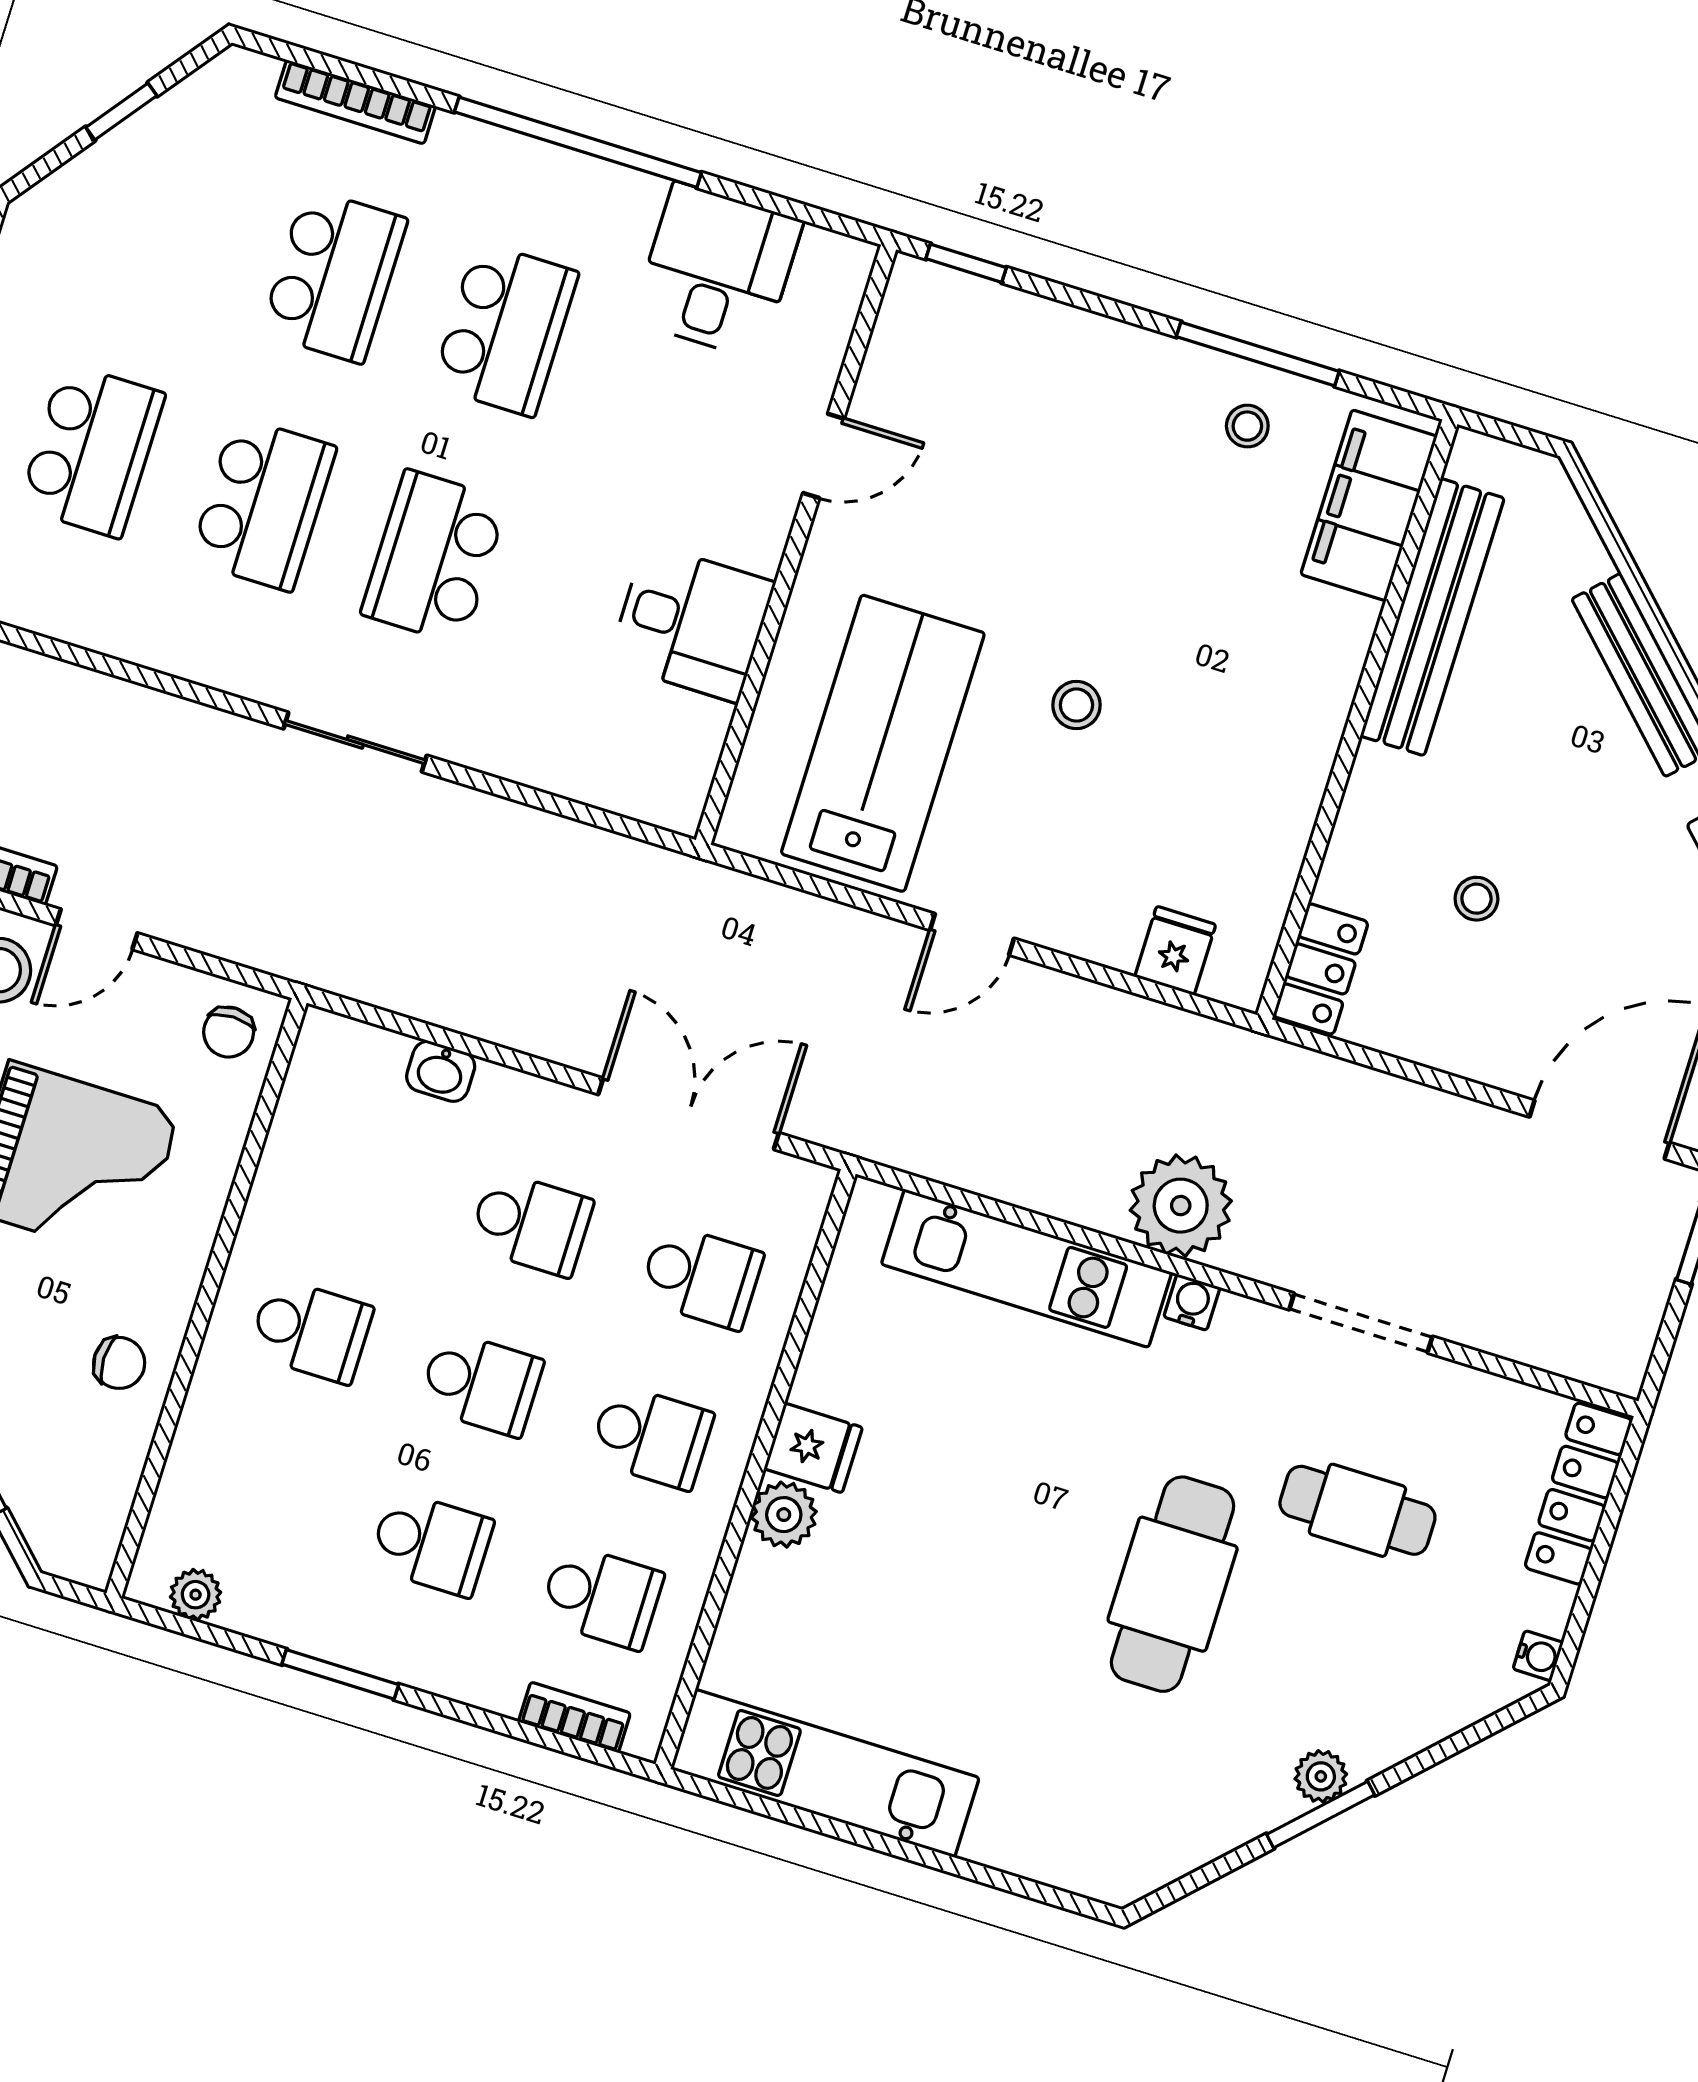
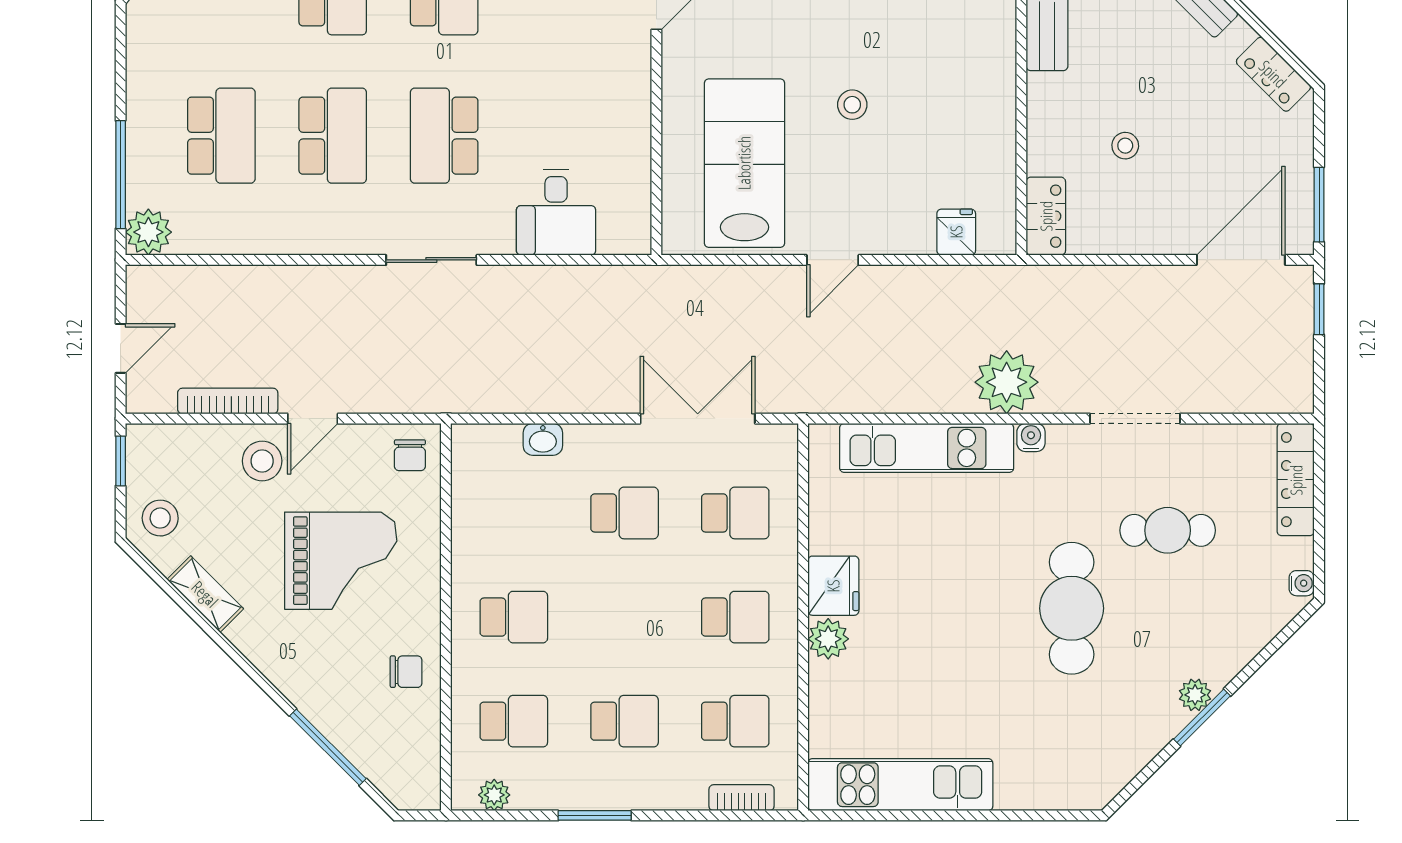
desk: (692, 623) -> (556, 212), moved, turned 90
school desk: (481, 1384) -> (514, 721), moved
fridge: (813, 1448) -> (833, 586), width x1.38

